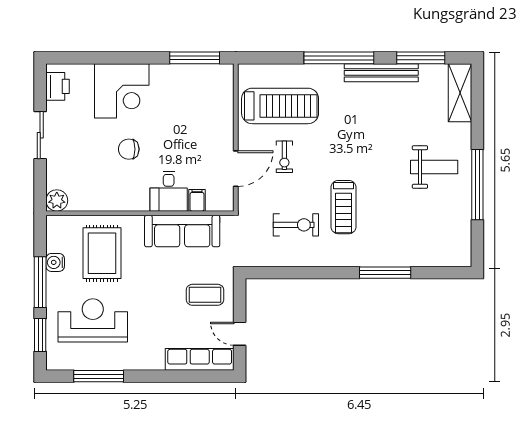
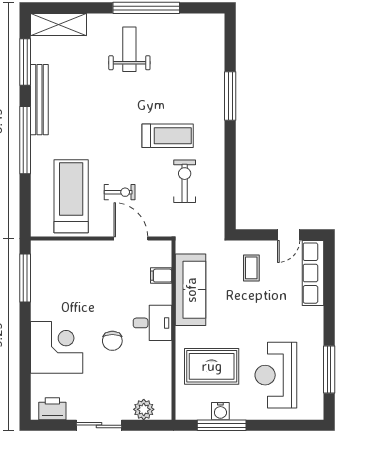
desk: (169, 191) -> (152, 323), moved
plant: (57, 200) -> (144, 409), moved
window: (40, 282) -> (222, 425), moved
coffee table: (205, 295) -> (251, 268), width x0.73, depth x0.77
window: (40, 335) -> (290, 425), removed

